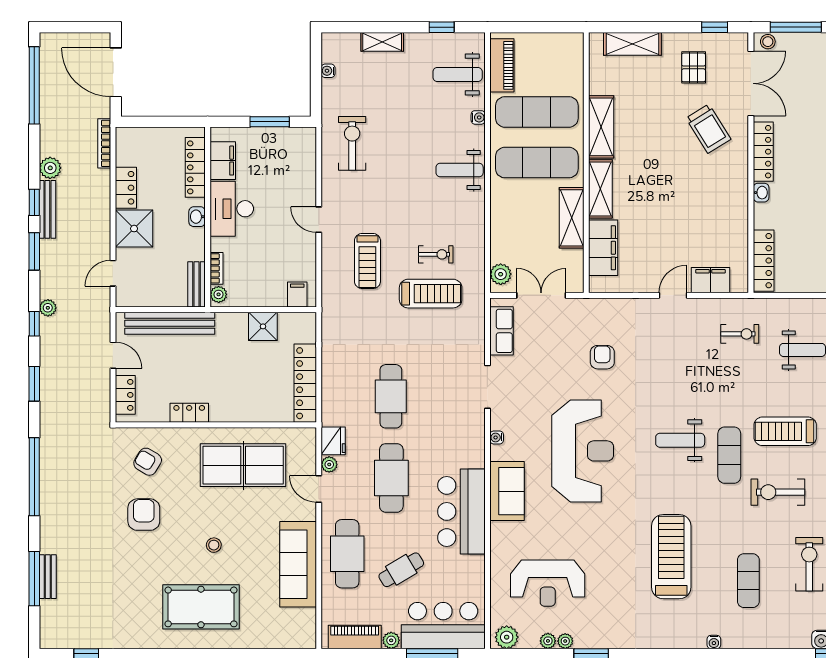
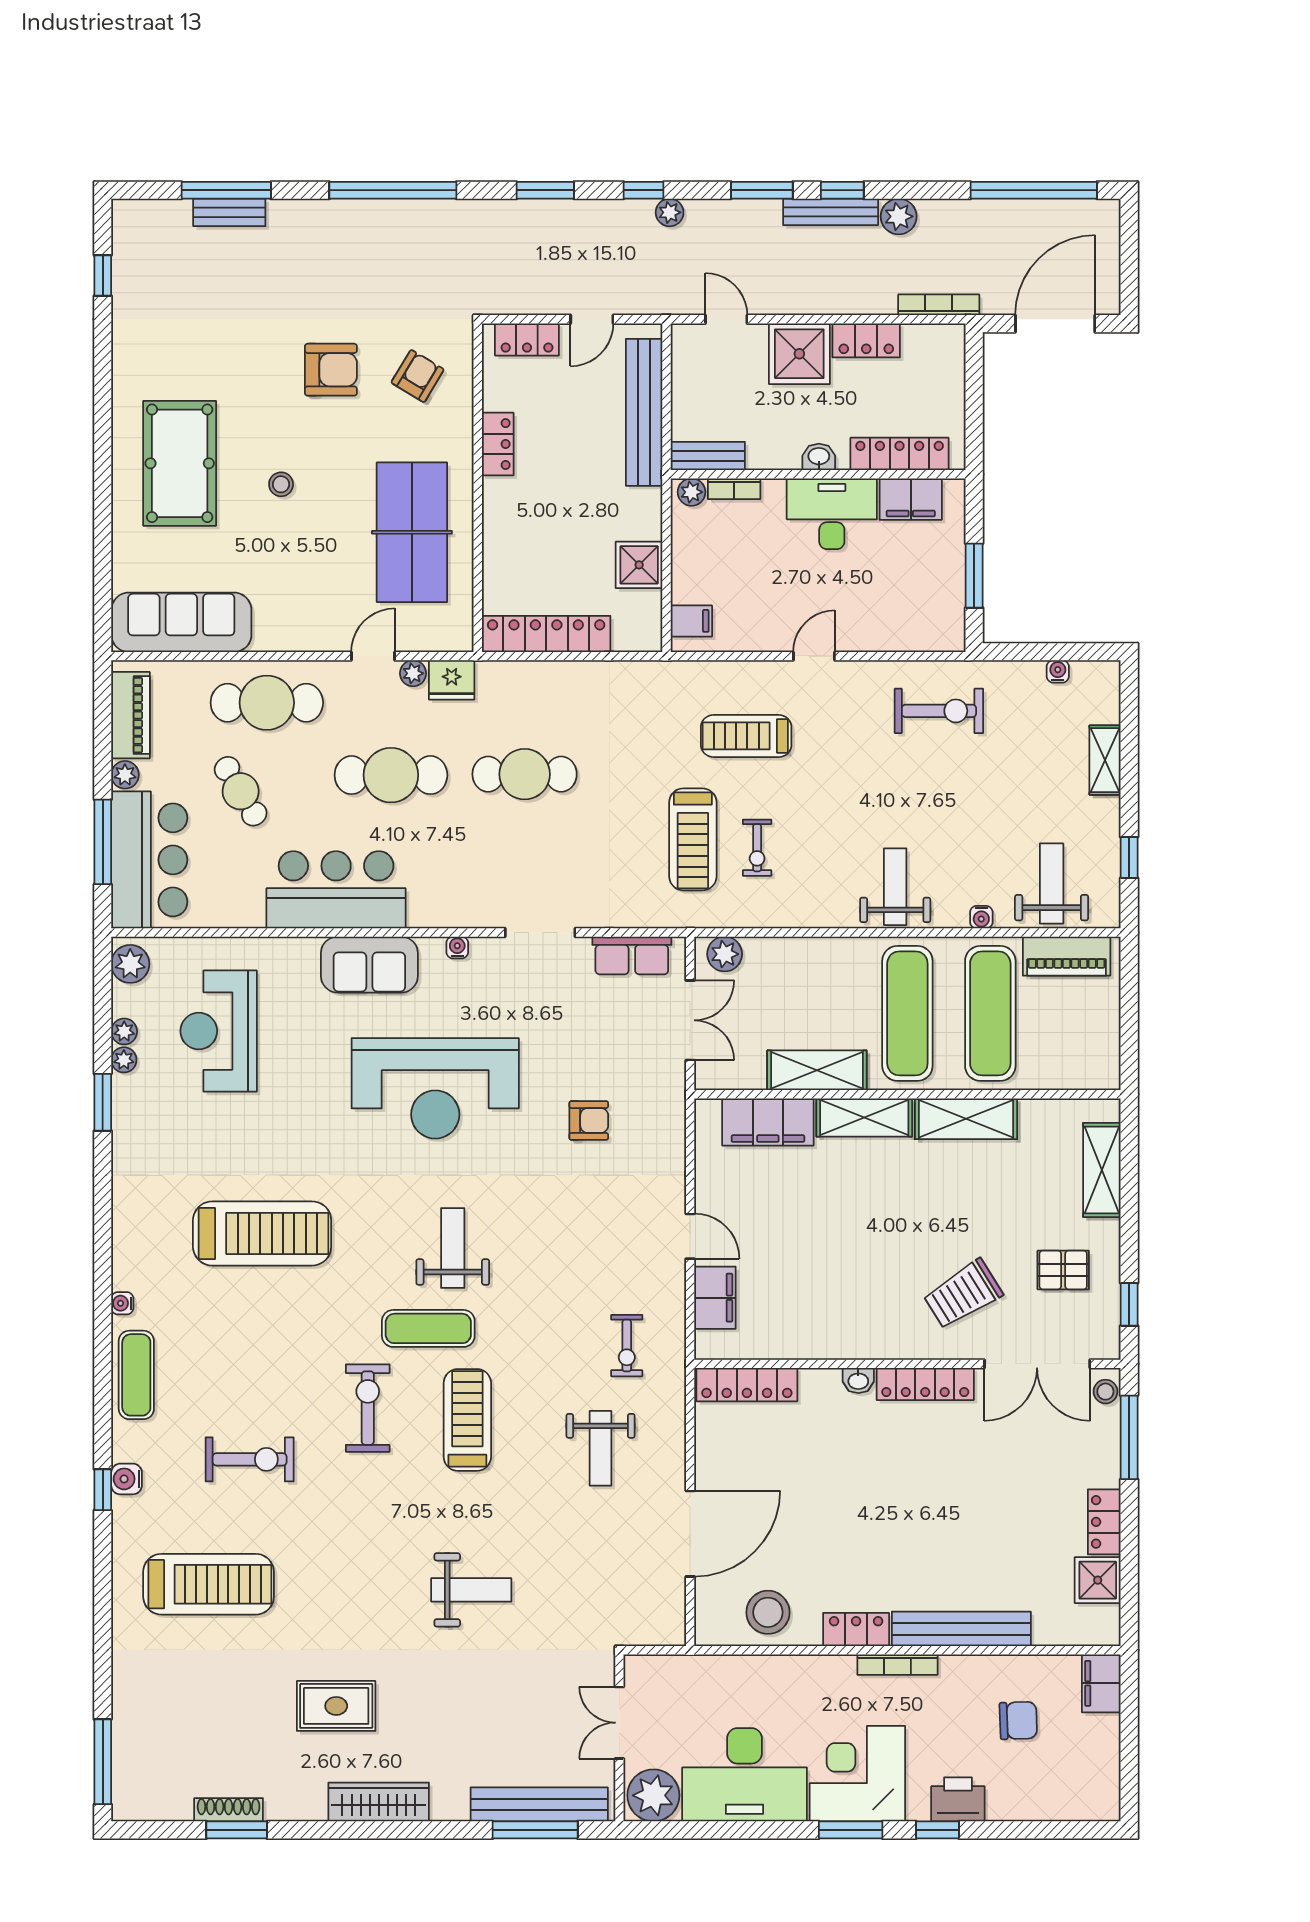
sofa: (298, 564) -> (181, 622), moved
exercise mat: (748, 581) -> (136, 1375), moved, turned 90

